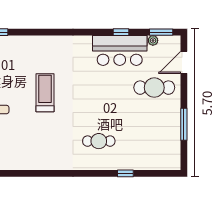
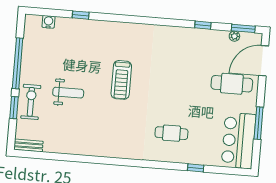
bar counter: (120, 50) -> (239, 141), moved, turned 90
door: (184, 62) -> (264, 61), width x1.36
treadmill: (45, 93) -> (121, 80), turned 180

